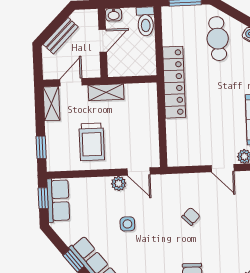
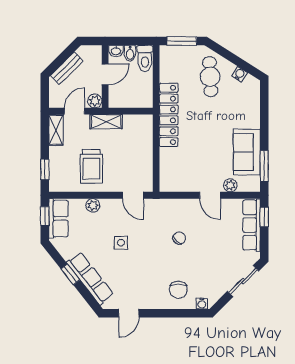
bidet: (129, 17) -> (130, 53), added
plant: (93, 70) -> (95, 101), added
plant: (119, 183) -> (93, 205), moved

